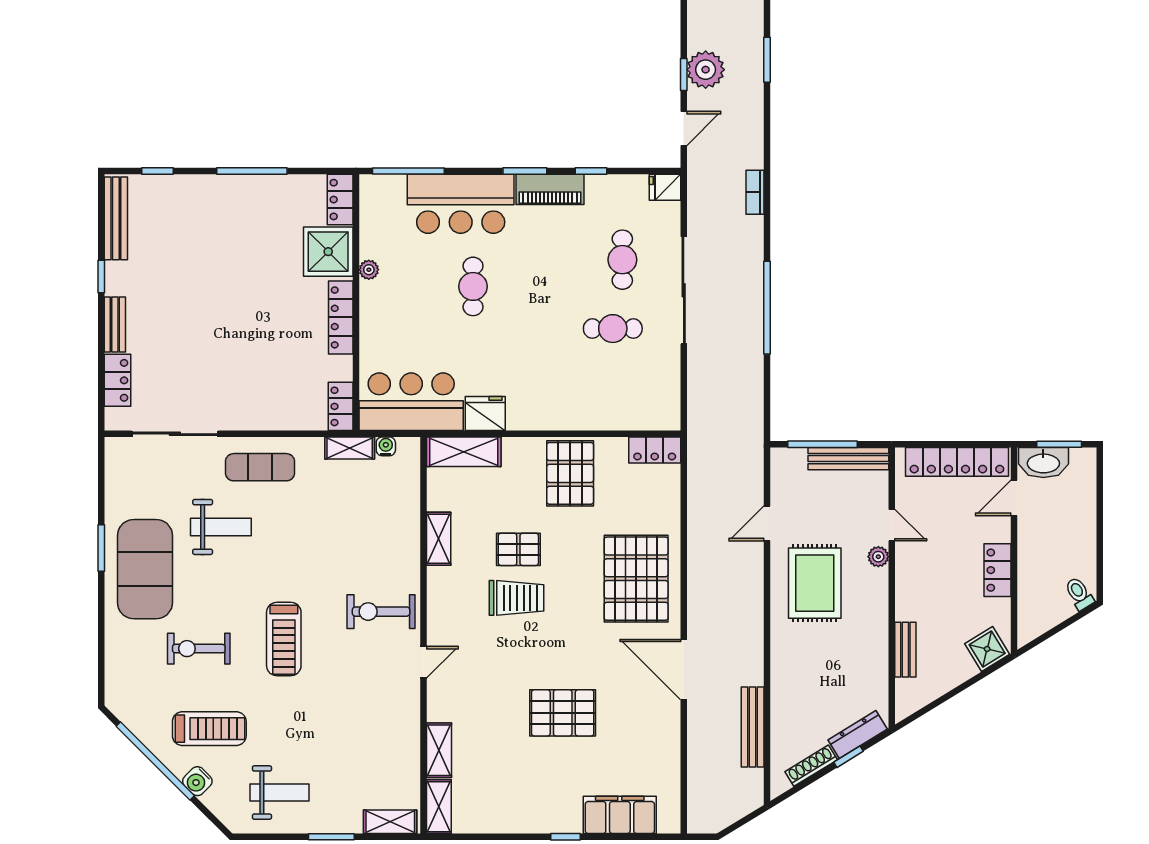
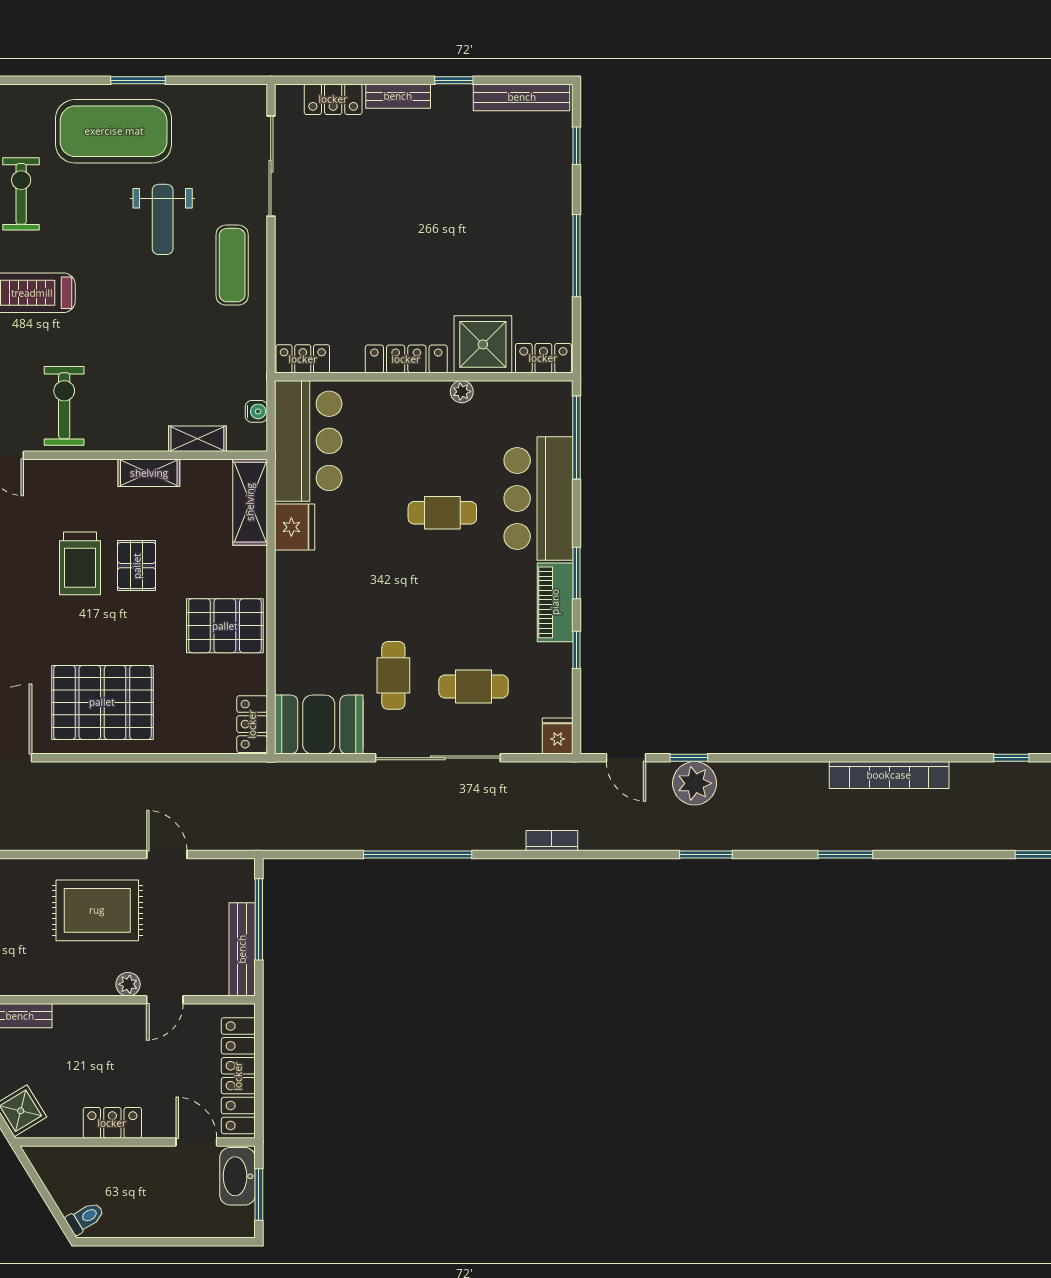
booth: (655, 393) -> (319, 725), added
shelving: (350, 448) -> (197, 439), moved, turned 90

